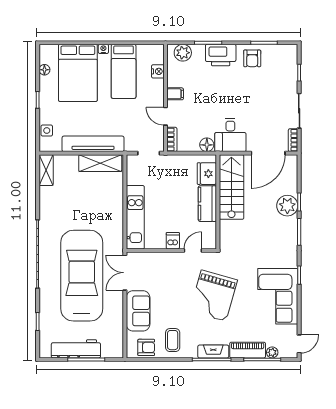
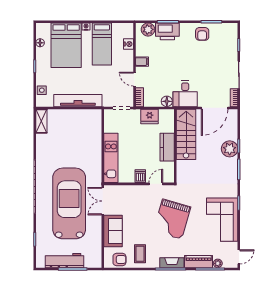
printer: (221, 55) -> (167, 31), moved
shelving: (100, 163) -> (84, 116), removed
fridge: (207, 174) -> (150, 116), moved, turned -90

